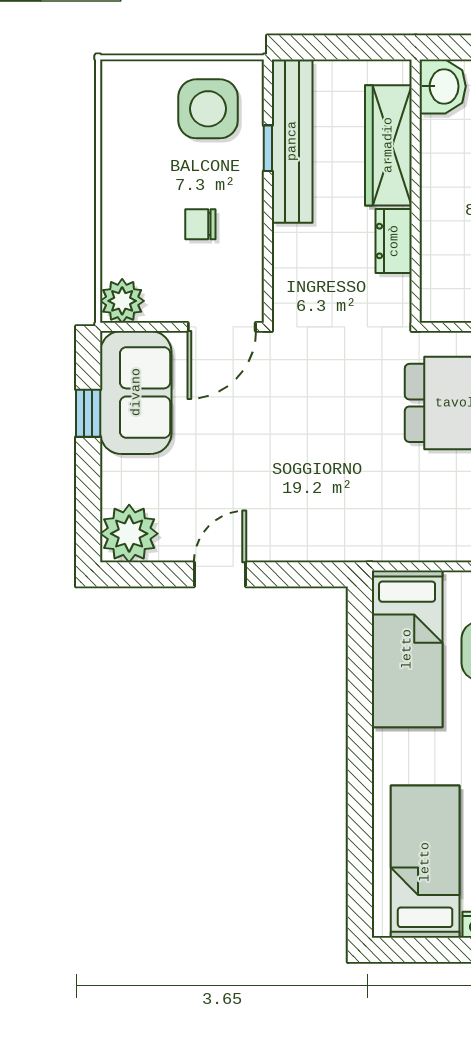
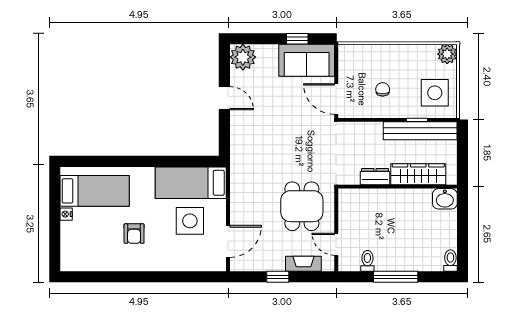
plant: (122, 301) -> (447, 54), moved

